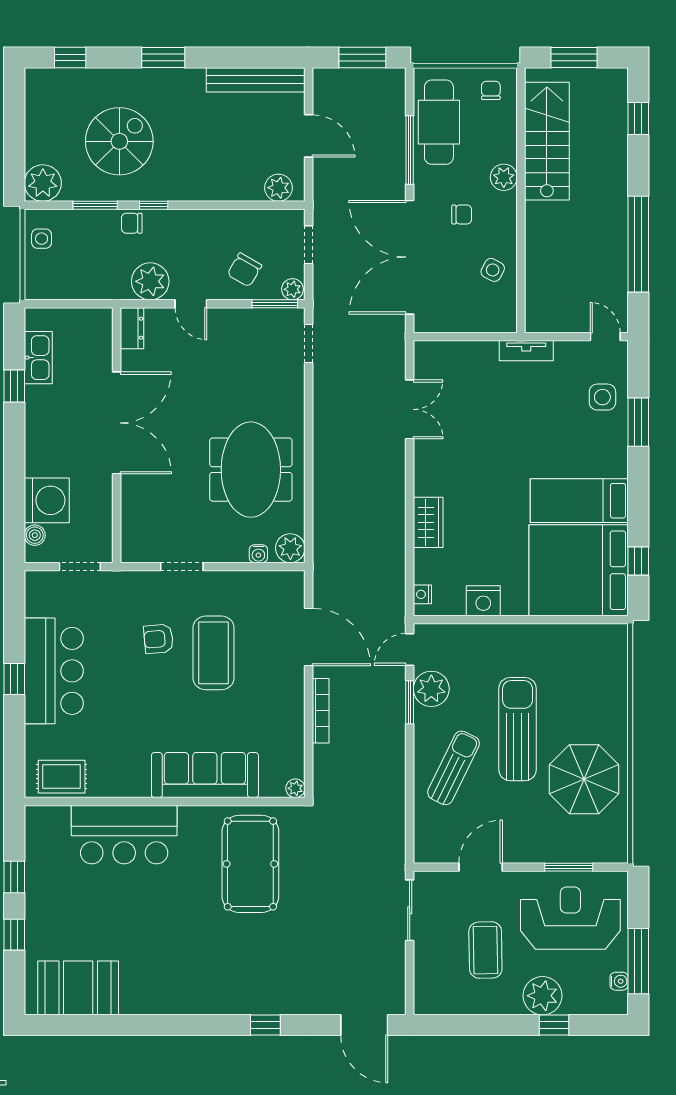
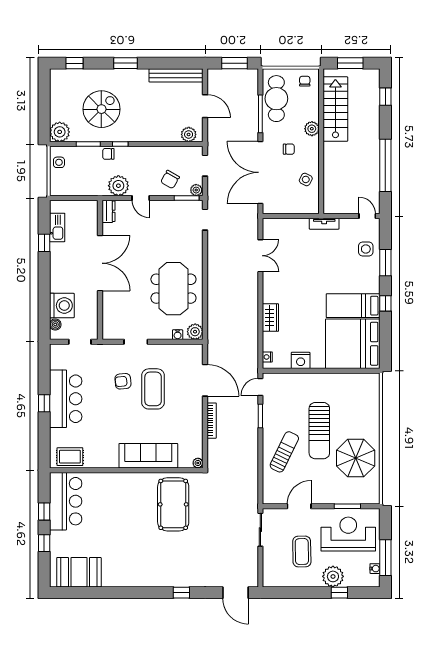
window: (638, 561) -> (385, 303), moved
plant: (431, 689) -> (272, 409), removed
sun lounger: (518, 729) -> (319, 431), turned 180
bar counter: (124, 835) -> (66, 501), moved, turned -90

